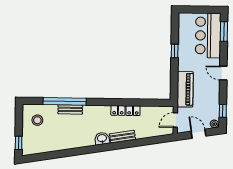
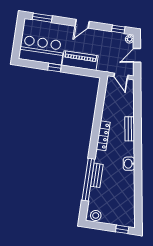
bar counter: (208, 35) -> (41, 50), moved, turned 180
piano: (185, 89) -> (80, 61), moved
locker: (125, 111) -> (103, 136), moved
stool: (37, 120) -> (96, 215), moved
washbasin: (102, 138) -> (129, 164), moved

